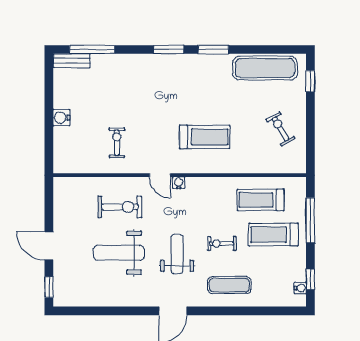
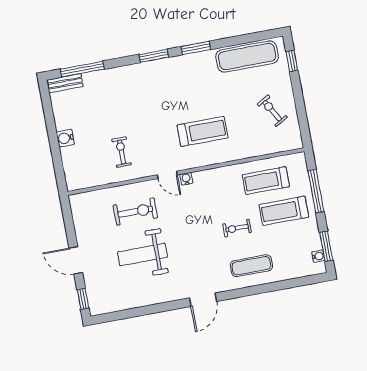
weight bench: (177, 254) -> (197, 246), removed
window: (310, 279) -> (326, 246), width x1.50

